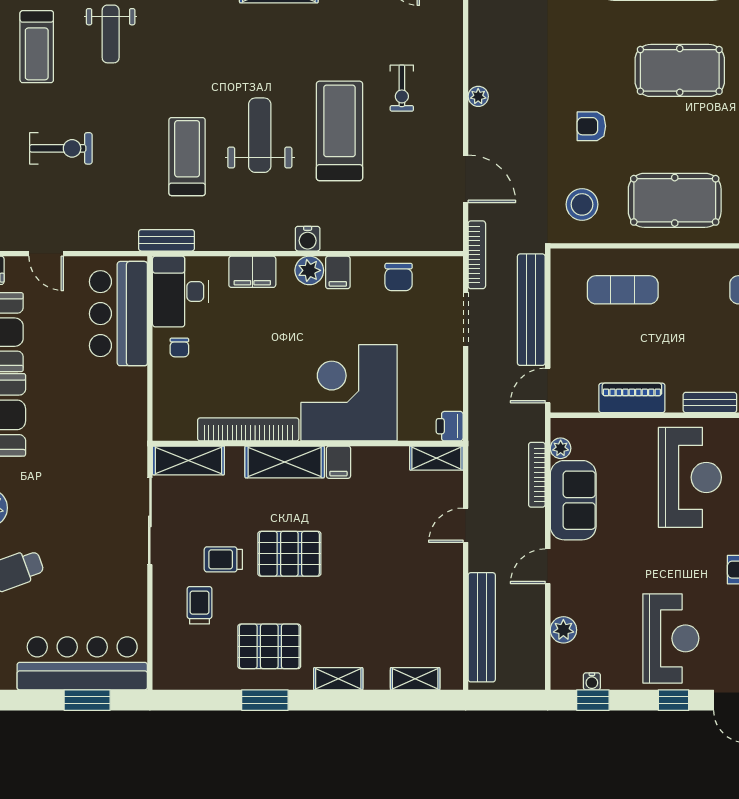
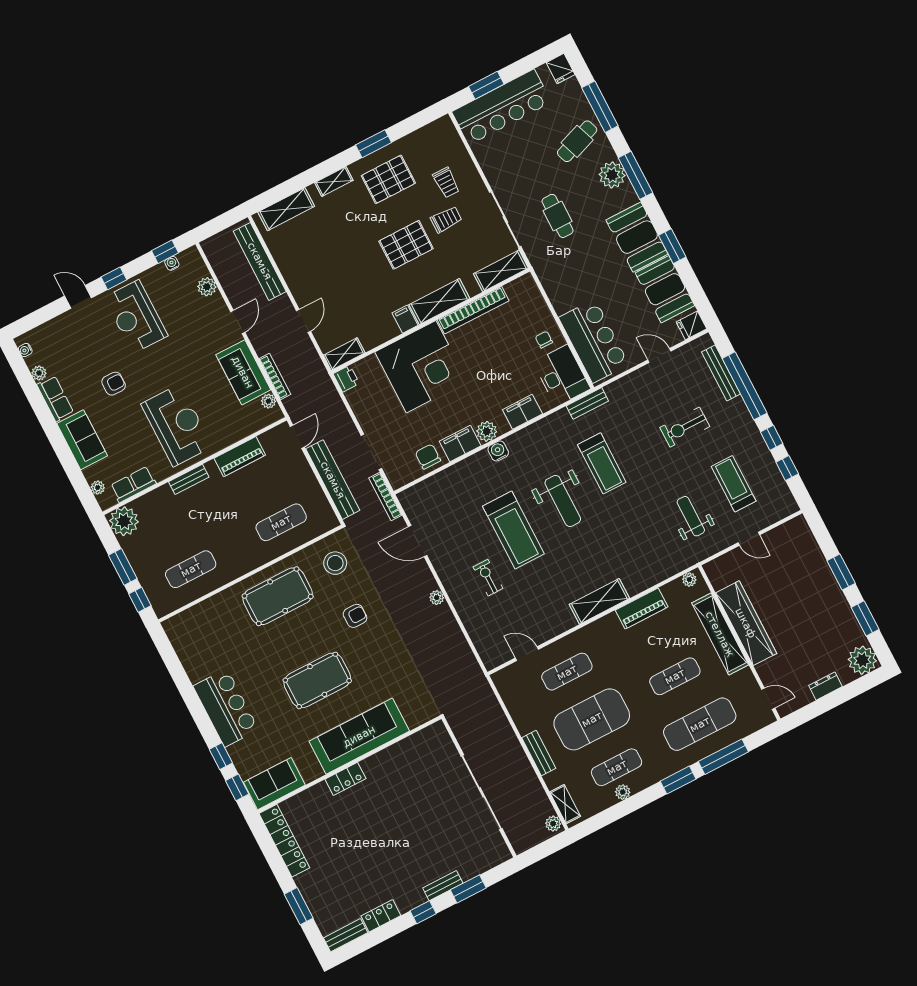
filing cabinet: (338, 272) -> (460, 444), width x2.00
reception desk: (690, 477) -> (177, 425), turned 180
cafe table: (83, 492) -> (558, 216), added
shelving: (415, 679) -> (286, 209), width x1.50, depth x1.33

